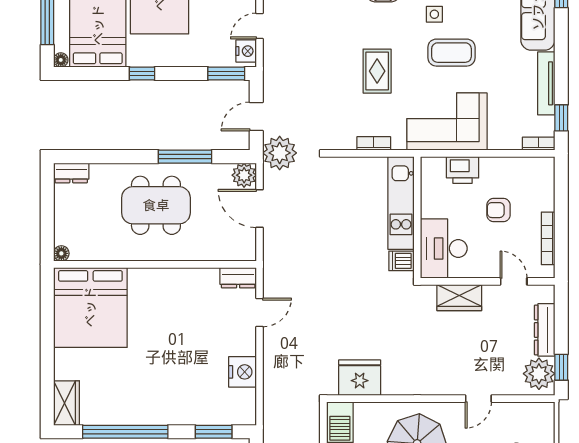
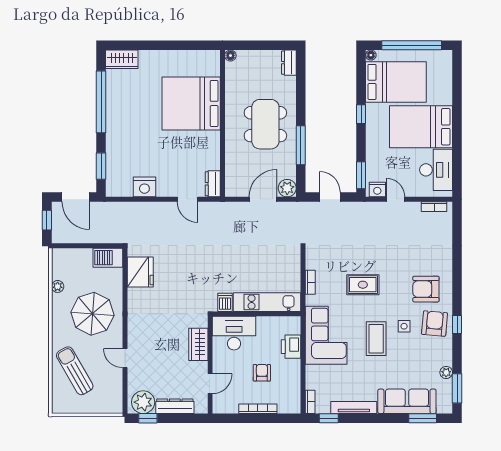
plant: (280, 153) -> (303, 214), removed
bookcase: (548, 238) -> (258, 409), moved
bed: (90, 307) -> (191, 103), moved

